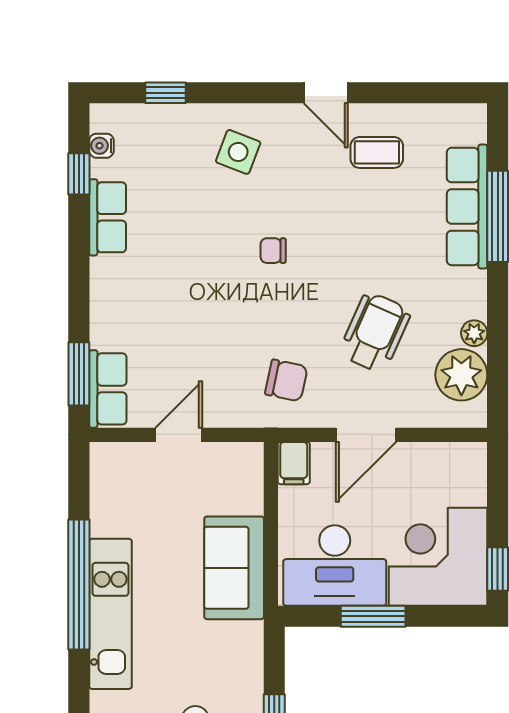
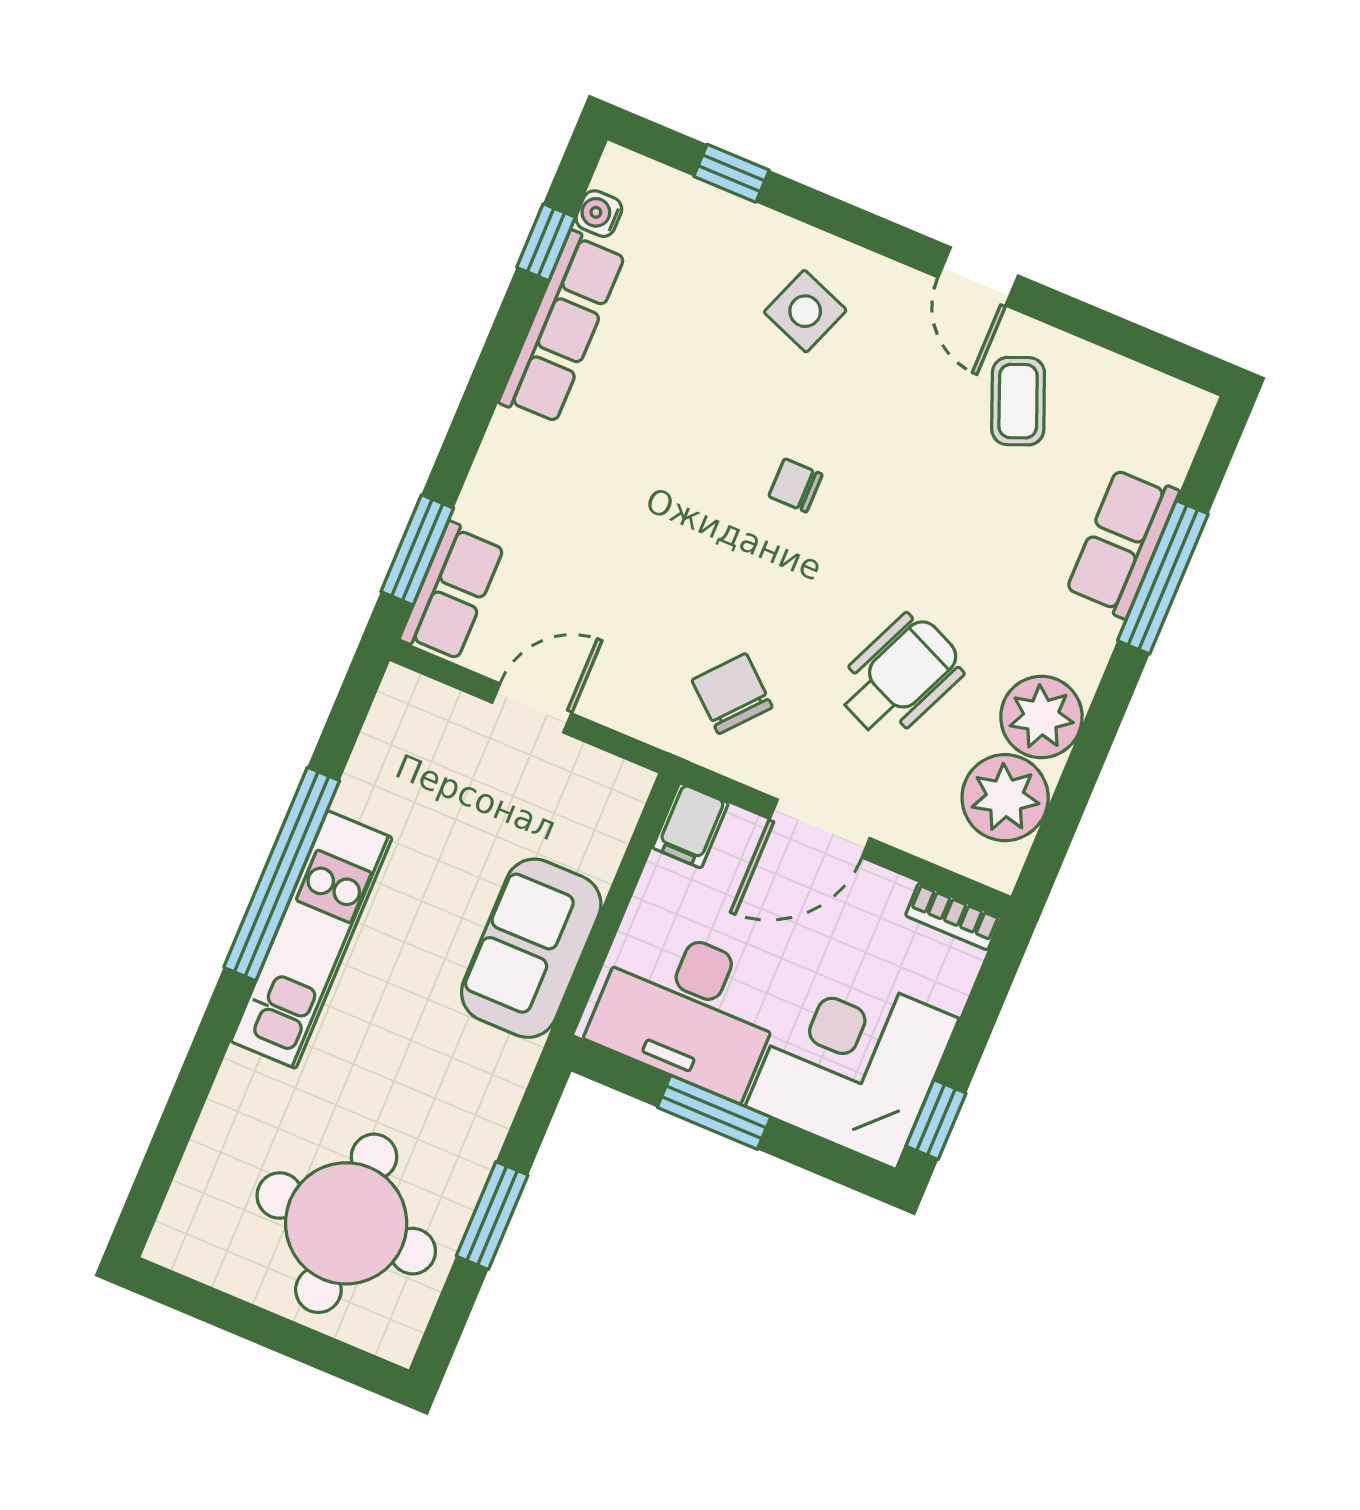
coffee table: (377, 152) -> (1018, 401), turned 68
row of seats: (467, 206) -> (1122, 542), width x0.68
row of seats: (108, 217) -> (562, 328), width x1.48
plant: (474, 333) -> (1041, 717), width x1.87, depth x1.87
chair: (286, 380) -> (732, 694), turned -151
bookcase: (460, 453) -> (953, 916), added

